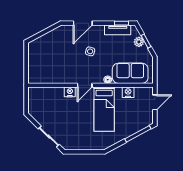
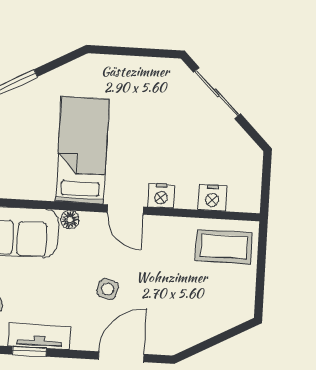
coffee table: (42, 72) -> (224, 247), added
door: (85, 85) -> (125, 210), swing flipped
nightstand: (128, 92) -> (212, 198), moved

